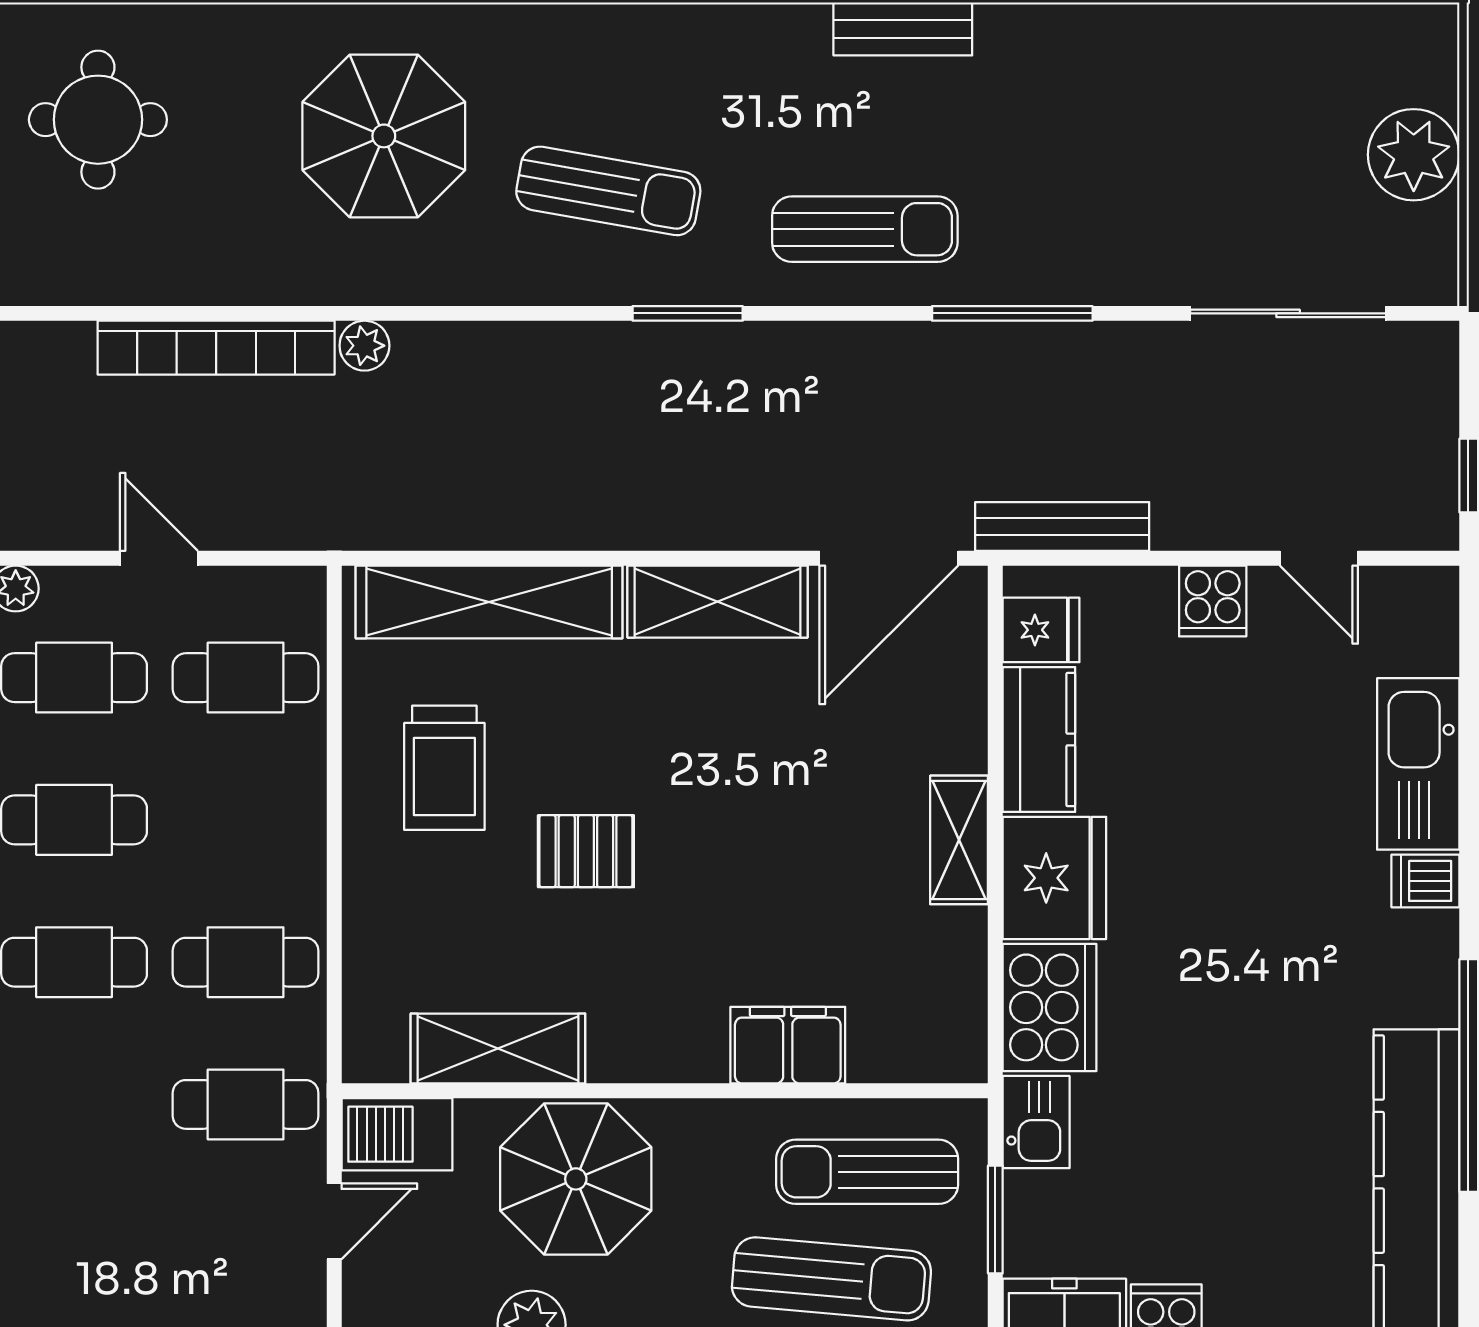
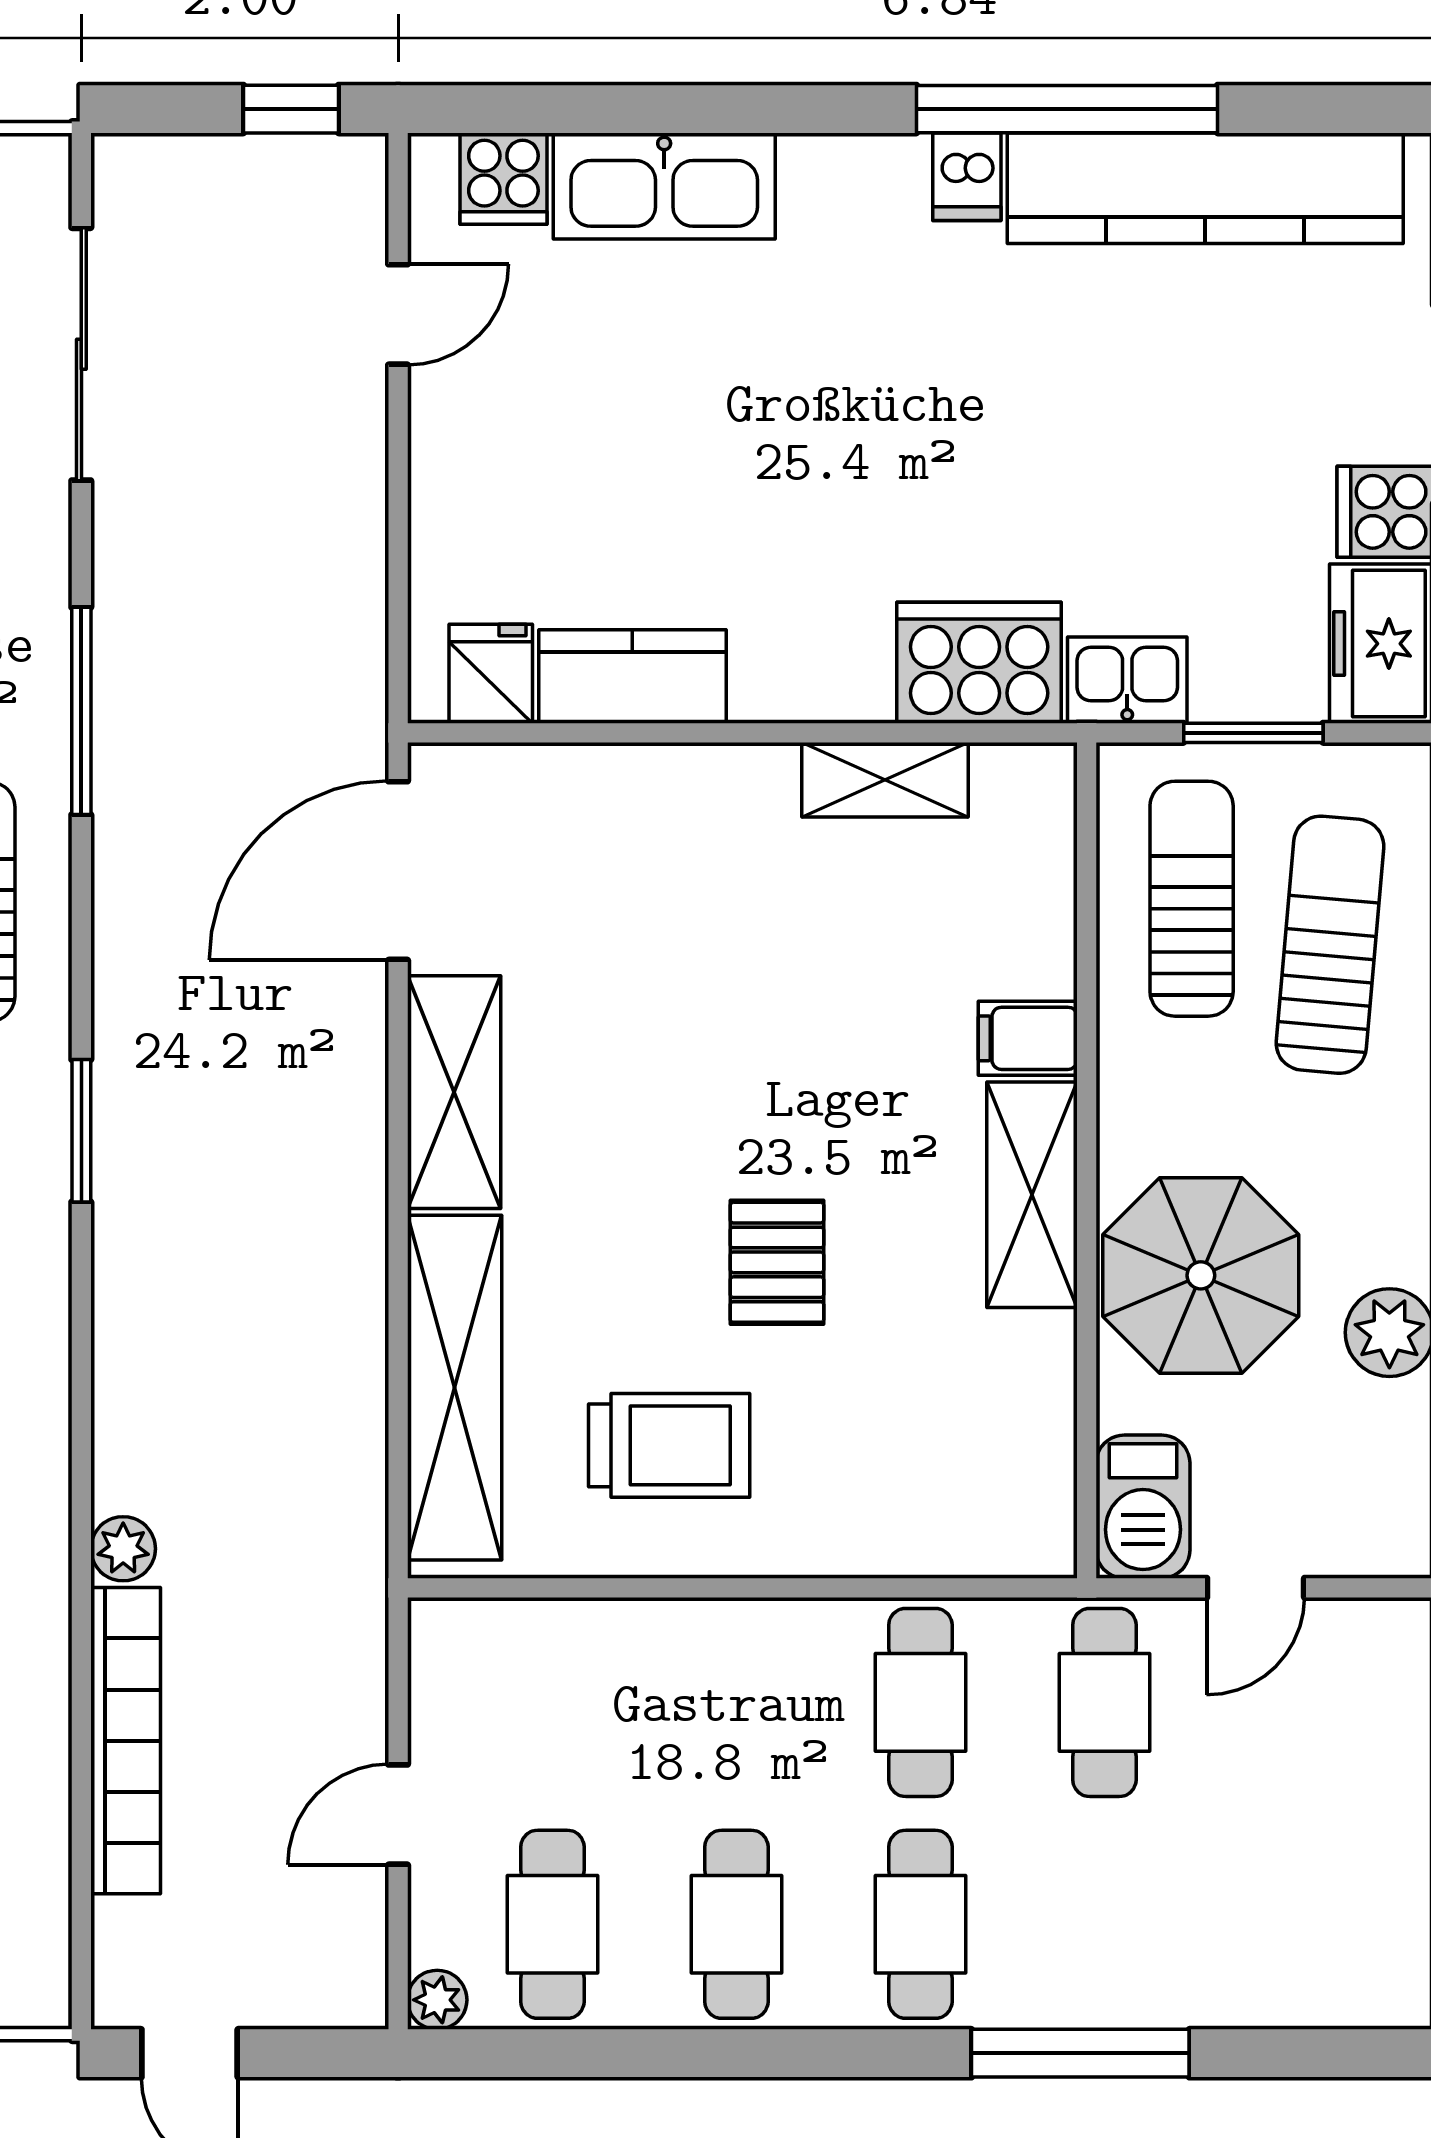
bench: (1062, 526) -> (357, 646), removed
door: (889, 558) -> (398, 871), swing flipped
cooker: (1213, 601) -> (503, 179), moved, turned 90
cafe table: (246, 678) -> (552, 1702), removed
shelving: (959, 840) -> (885, 780), moved
fridge: (1054, 878) -> (812, 656), removed
dishwasher: (1425, 881) -> (967, 177), moved
filing cabinet: (788, 1045) -> (1028, 1038), width x0.50
shelving: (498, 1048) -> (1032, 1195), moved
sun lounger: (867, 1172) -> (1192, 899), turned 180
door: (334, 1221) -> (1256, 1588), swing flipped

